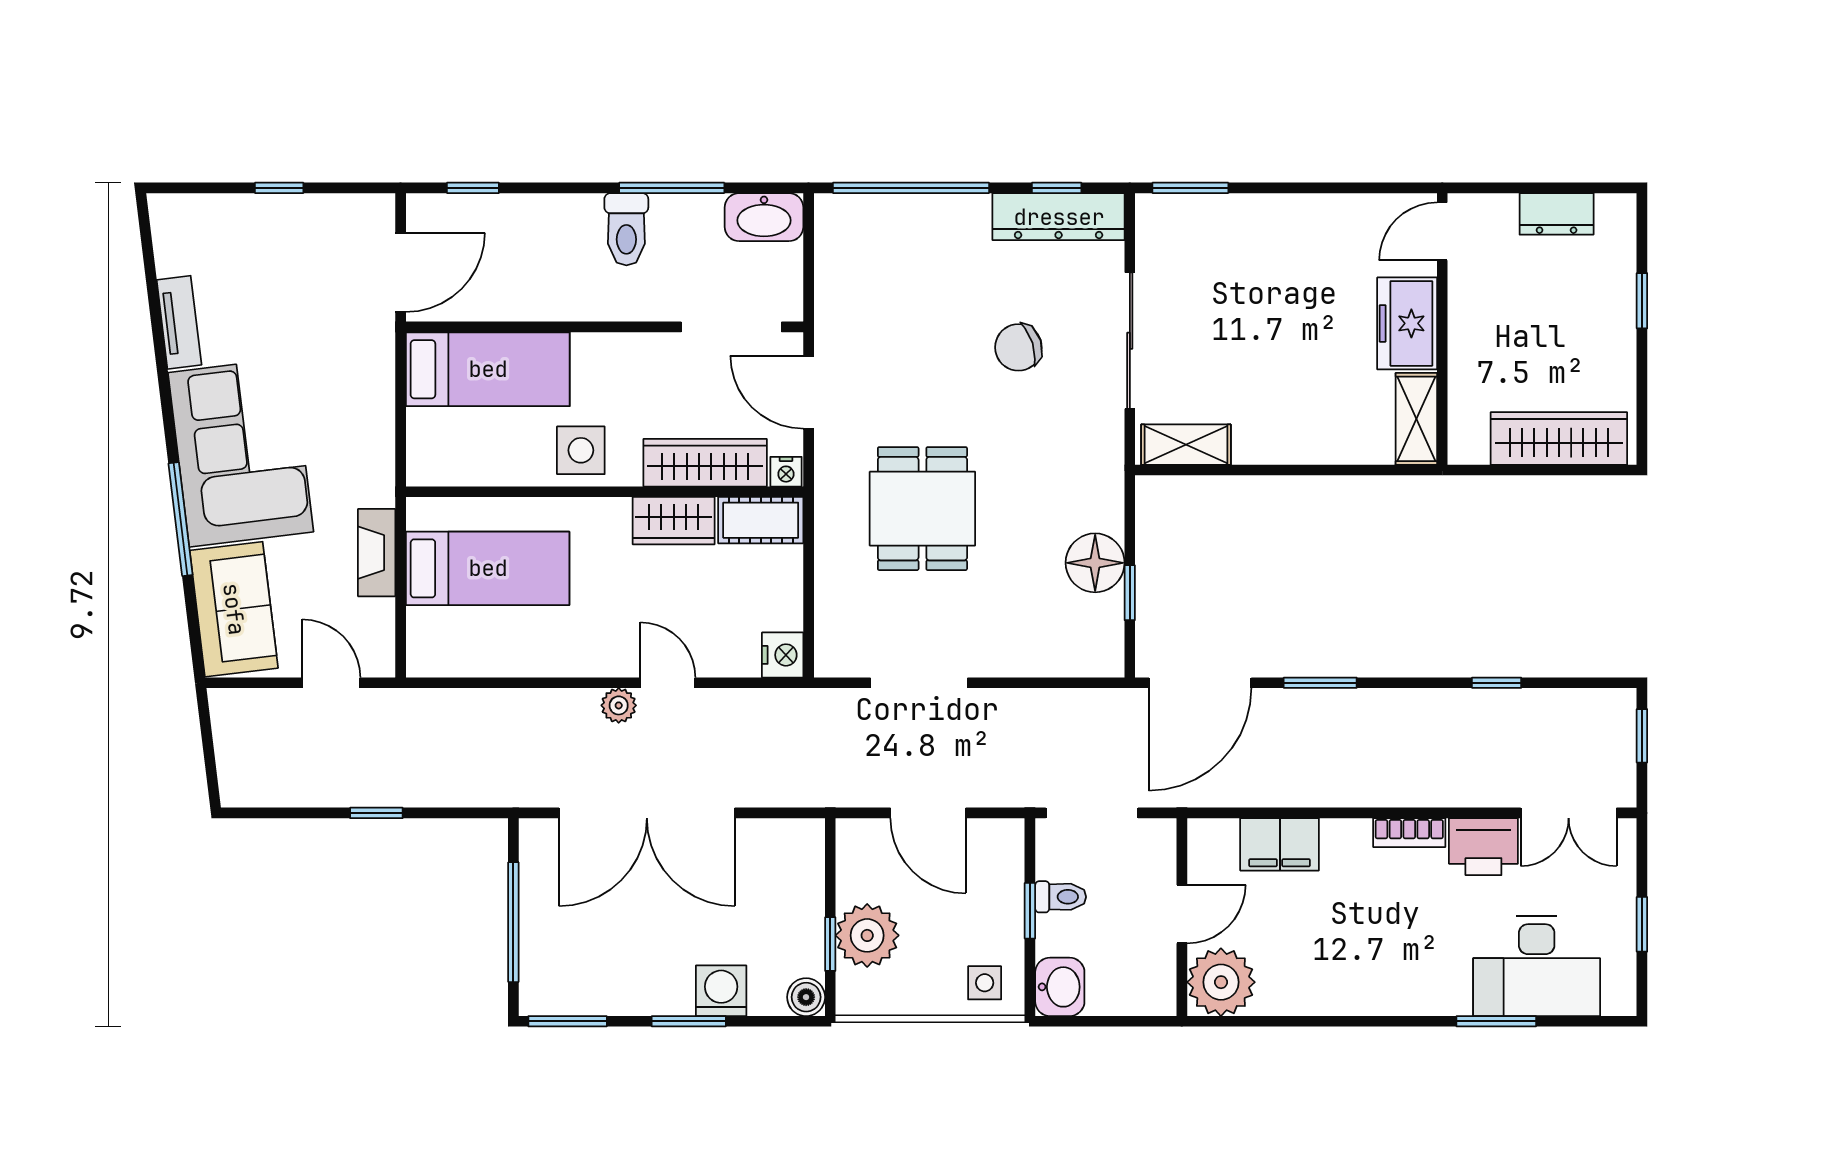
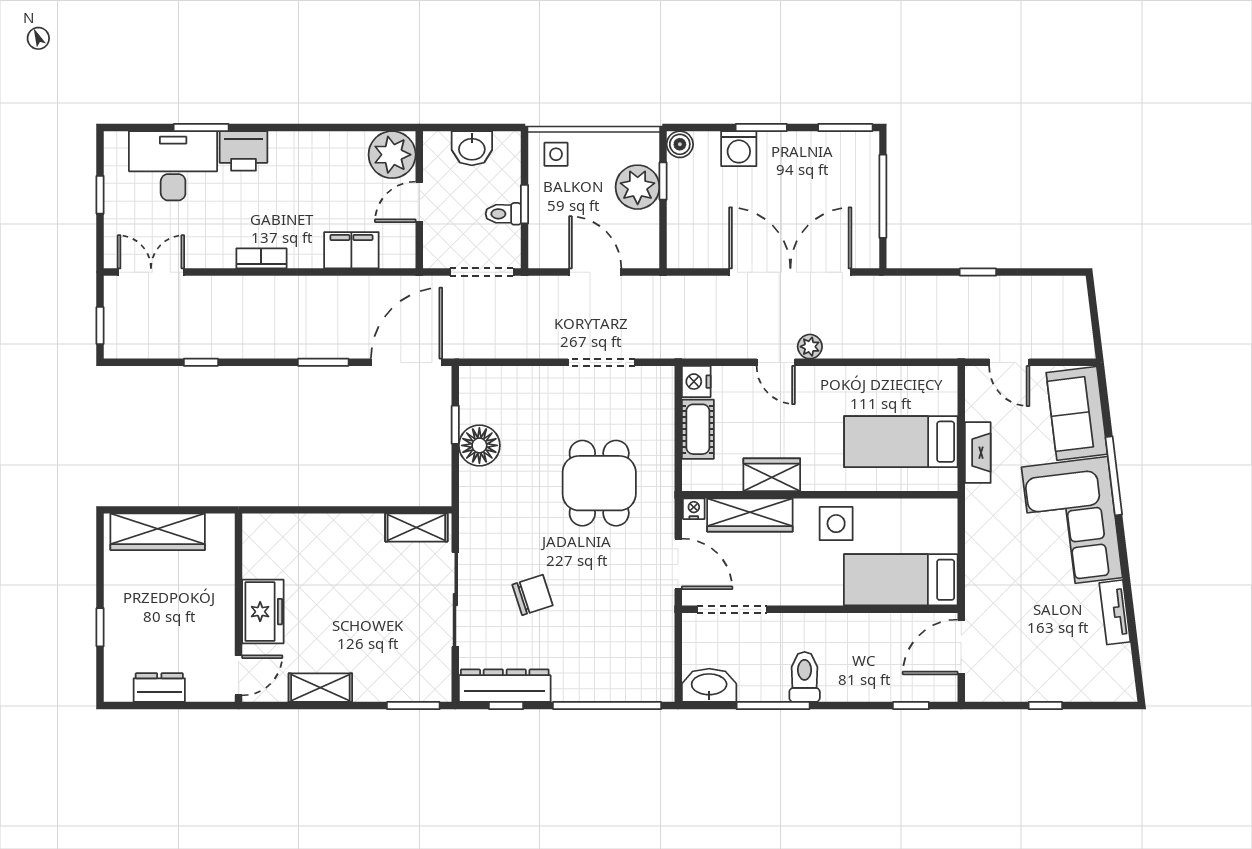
shelving: (1416, 419) -> (320, 688), moved, turned 90
cot: (761, 520) -> (698, 429), moved, turned 90
printer: (1483, 847) -> (244, 151), moved, turned 180
washbasin: (1060, 987) -> (472, 148), moved, turned -90

